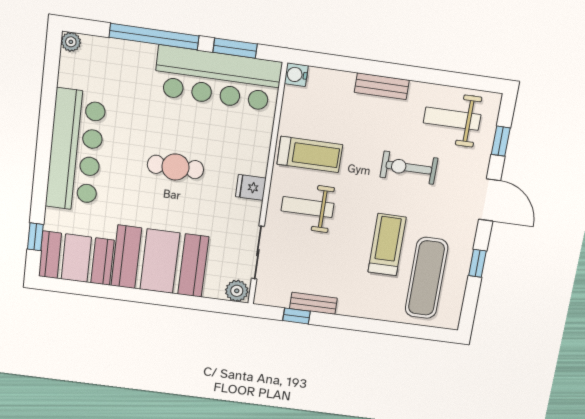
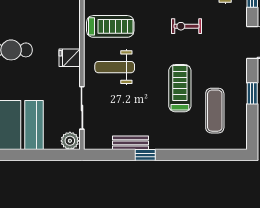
exercise bike: (409, 168) -> (187, 26), width x0.73, depth x0.72
exercise mat: (426, 278) -> (215, 111), width x0.73, depth x0.69
window: (297, 316) -> (145, 155), moved

